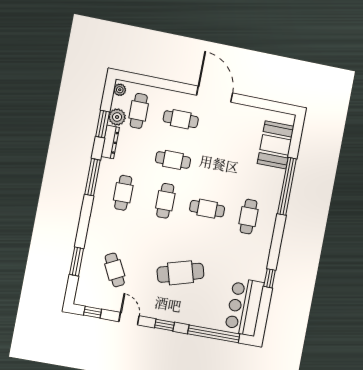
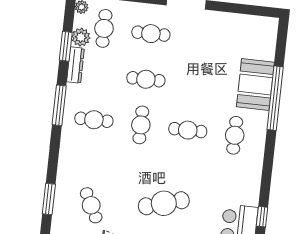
booth: (276, 145) -> (255, 84), moved
cafe table: (123, 193) -> (94, 120), turned 90
window: (270, 278) -> (262, 217), moved

